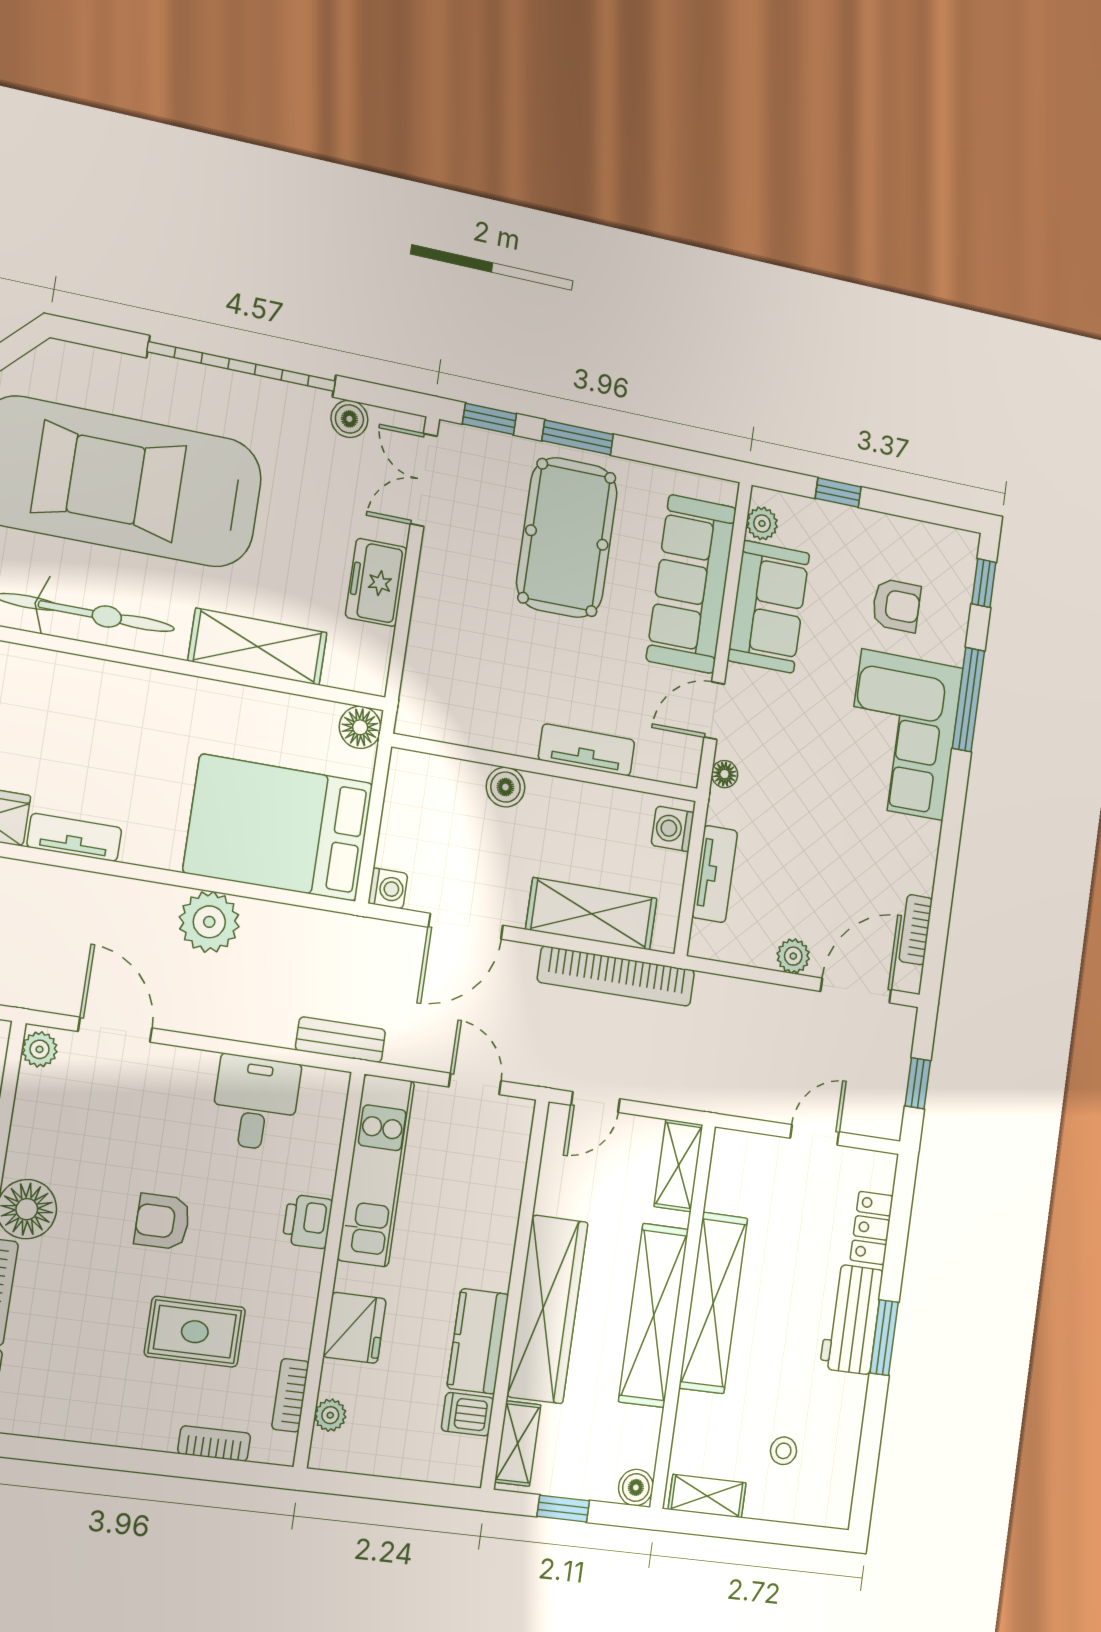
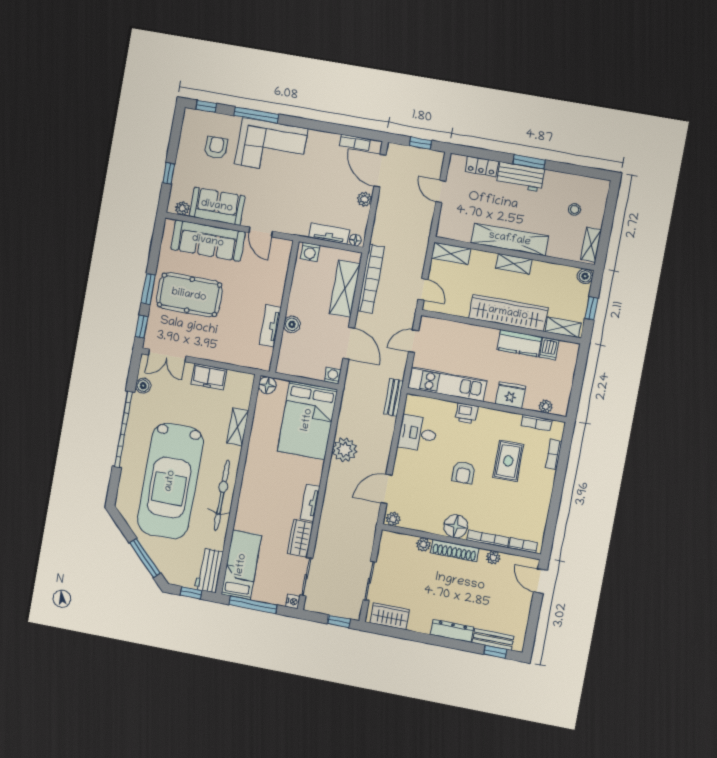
shelving: (258, 647) -> (238, 427), width x0.67, depth x0.75
tv unit: (587, 750) -> (270, 326), moved
floor lamp: (725, 774) -> (355, 240), moved
shelving: (654, 1315) -> (514, 264), width x0.45, depth x0.75

